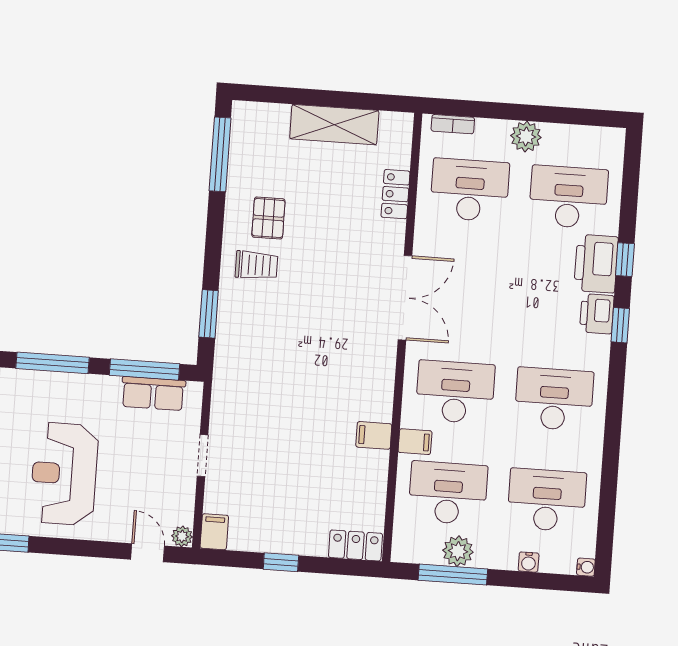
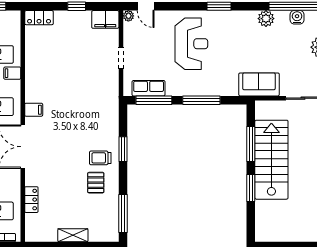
shelving: (334, 125) -> (73, 235), width x0.67, depth x0.75
window: (209, 314) -> (123, 149), moved
filing cabinet: (374, 435) -> (34, 110), moved
filing cabinet: (214, 532) -> (105, 19), width x2.00

